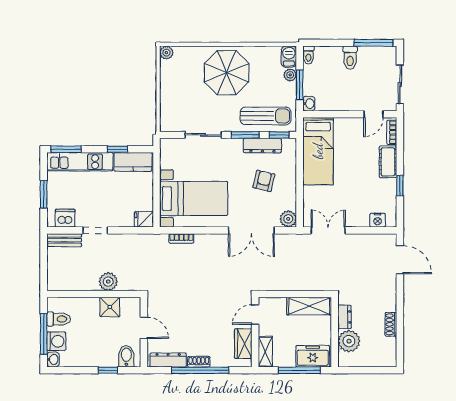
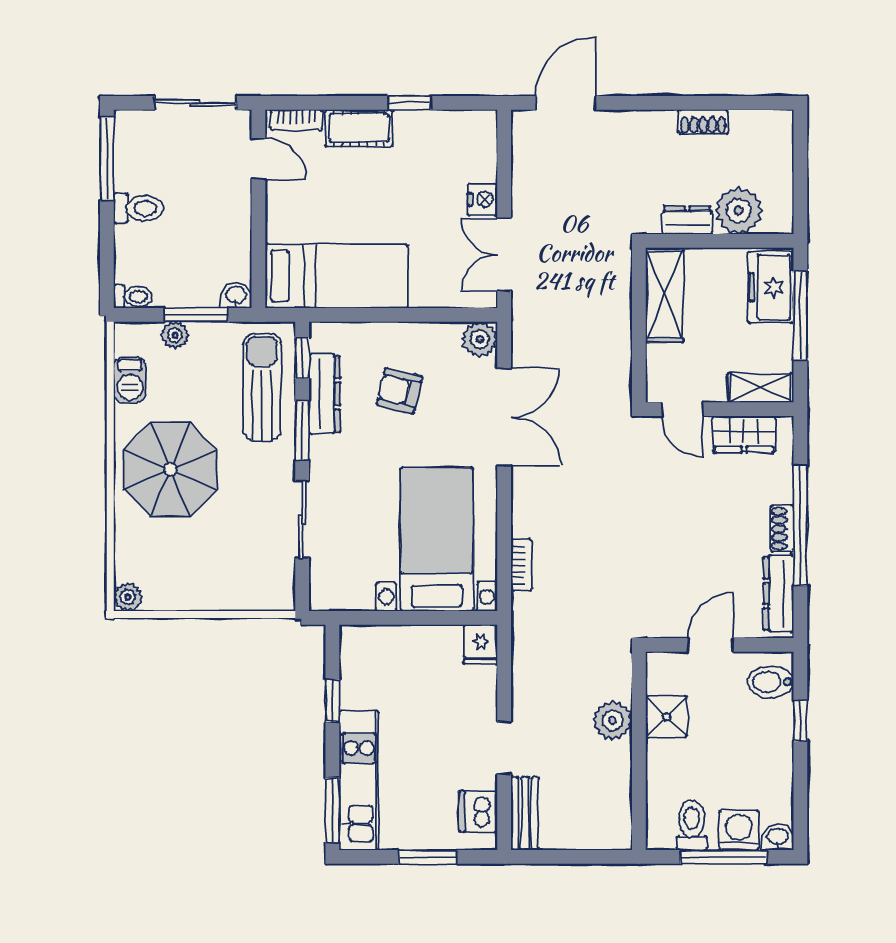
barbecue: (289, 57) -> (130, 380), moved, turned -90
kitchen counter: (133, 162) -> (359, 668), removed
nightstand: (378, 220) -> (483, 199), moved

